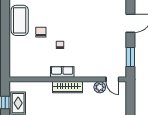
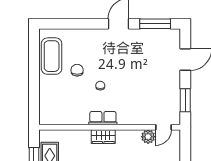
door: (112, 79) -> (163, 127), hinge flipped
wardrobe: (67, 87) -> (103, 137), width x0.67

